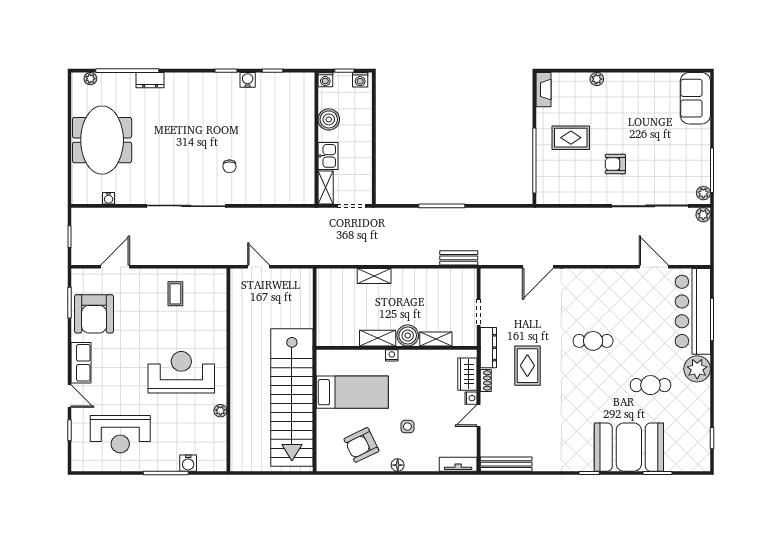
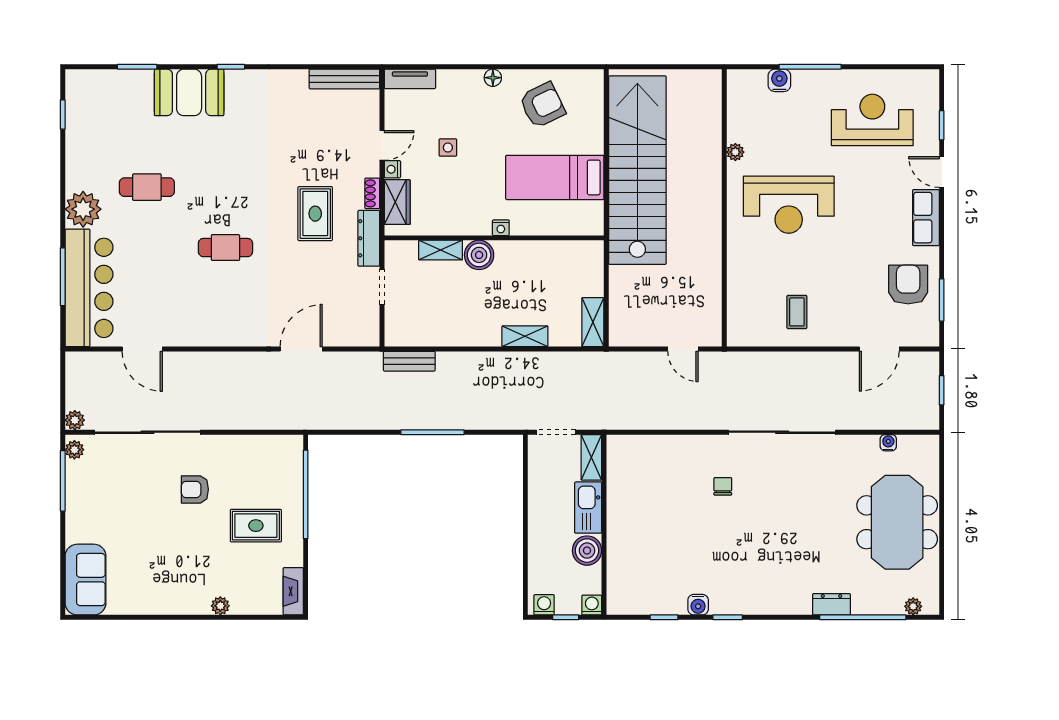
kitchen sink: (328, 156) -> (588, 508), width x1.38
armchair: (615, 164) -> (195, 489), turned 180
armchair: (94, 314) -> (908, 285), width x0.73, depth x0.73
shelving: (378, 338) -> (593, 322), moved, turned 90
side table: (407, 427) -> (448, 147), moved
booth: (629, 447) -> (189, 92), width x0.73, depth x0.70

